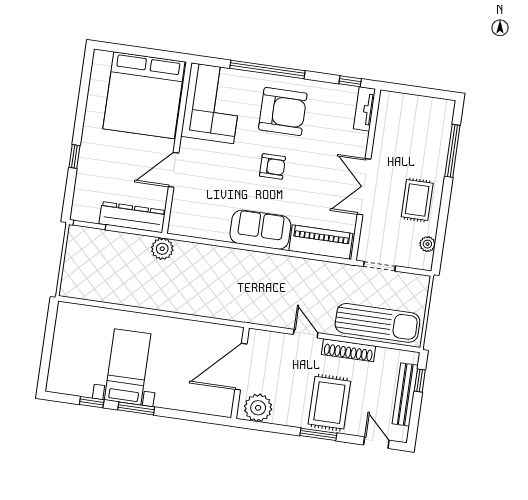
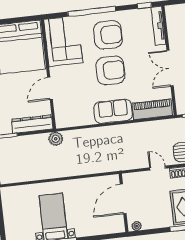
tv unit: (364, 109) -> (158, 26), width x1.41
armchair: (272, 166) -> (110, 70), width x1.88, depth x1.88
plant: (258, 408) -> (137, 226), width x0.53, depth x0.53

